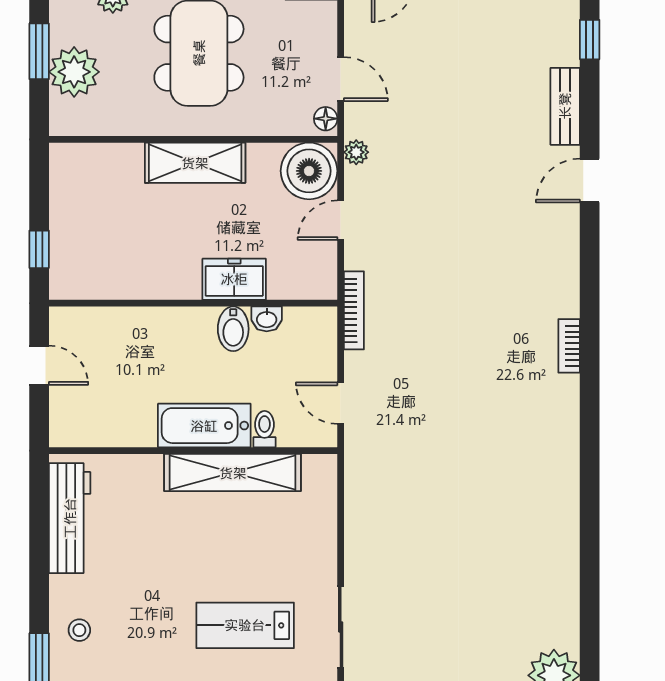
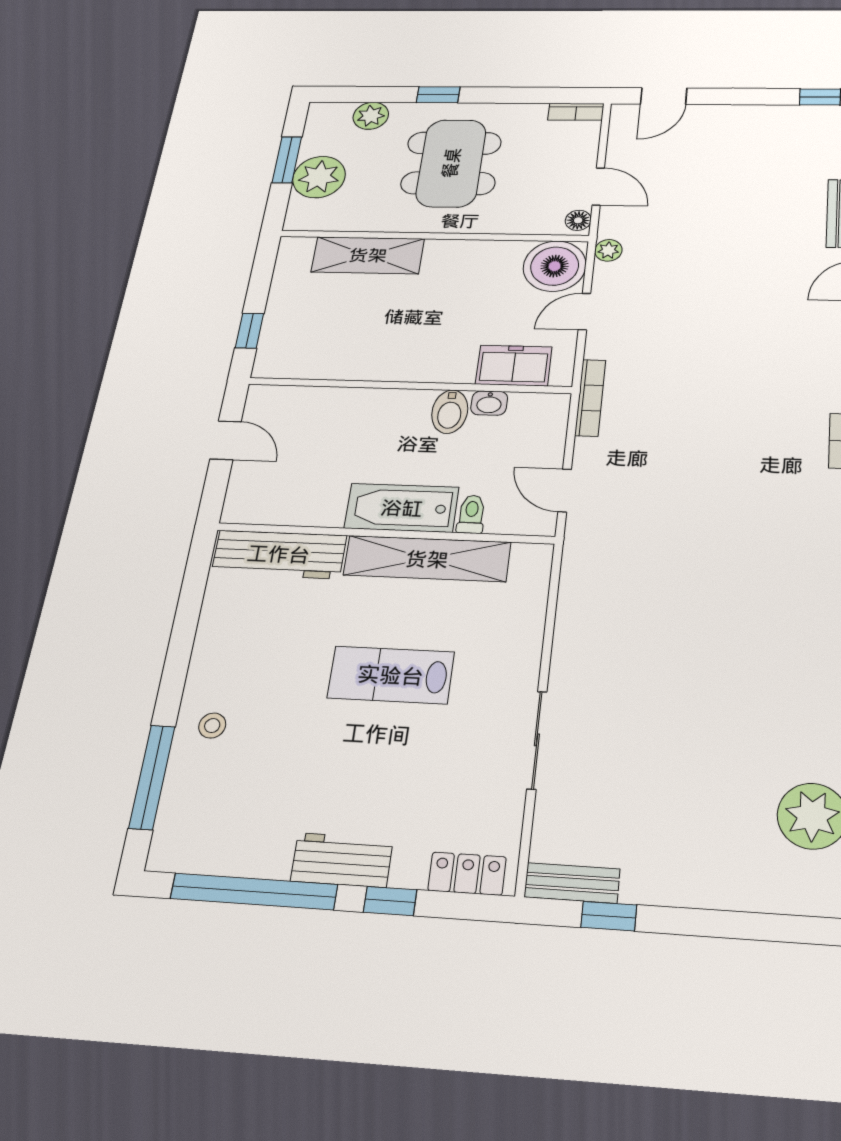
shelving: (195, 163) -> (368, 255), moved
freezer: (234, 279) -> (514, 365), moved
workbench: (70, 518) -> (279, 554), moved, turned 90
lab bench: (245, 625) -> (391, 675), moved

